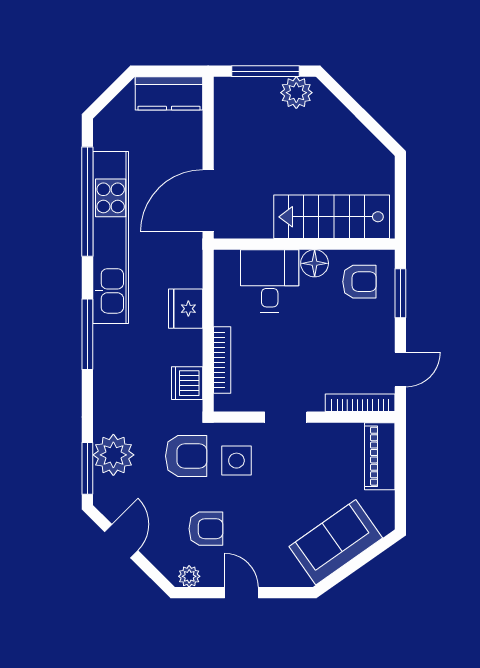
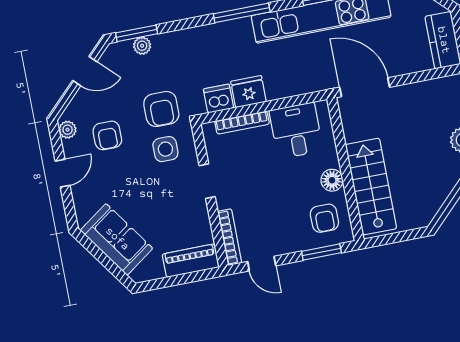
desk: (270, 281) -> (296, 130), moved, turned -90
fridge: (186, 309) -> (248, 92), moved
plant: (113, 455) -> (142, 46), width x0.53, depth x0.53

